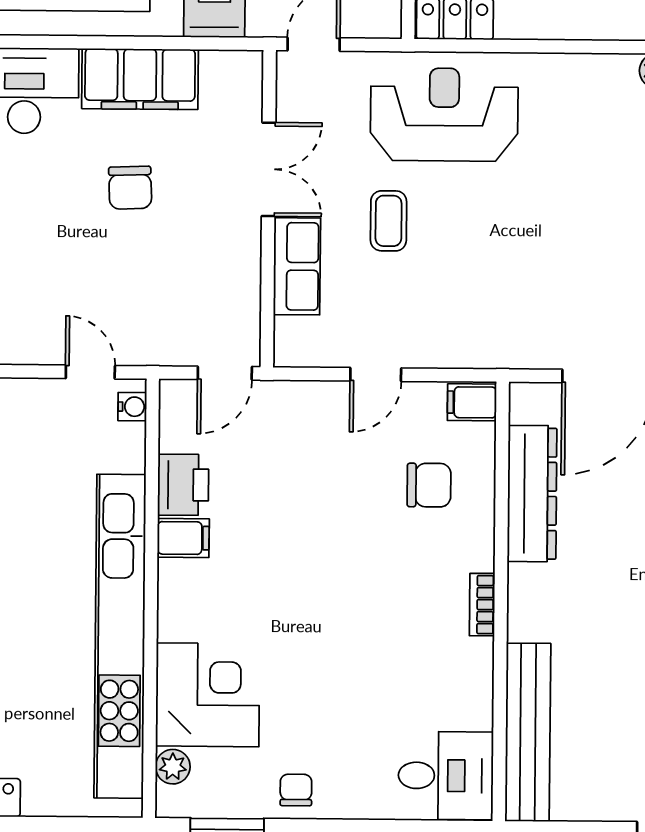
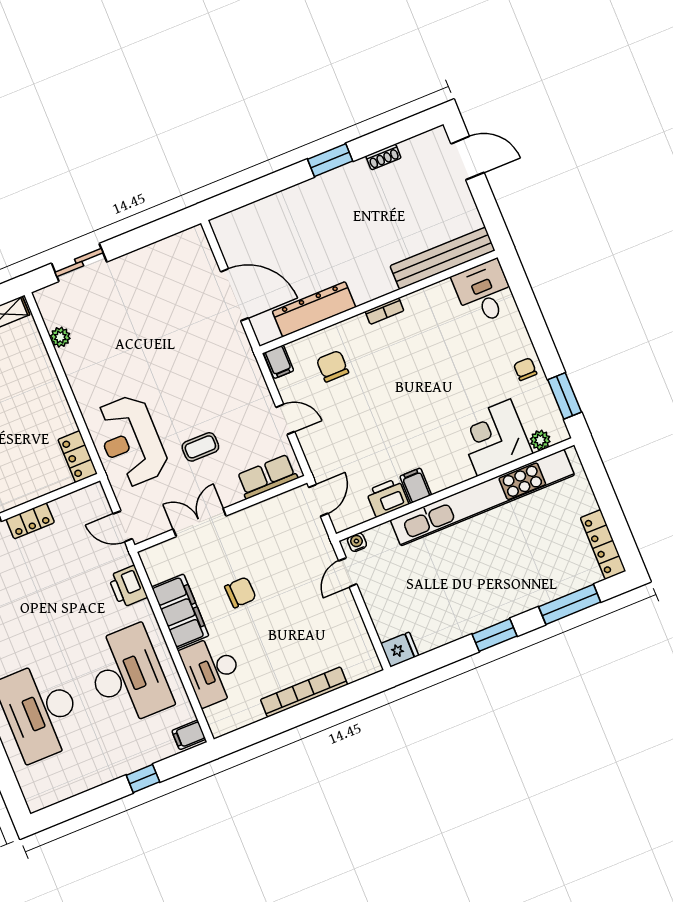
row of seats: (297, 266) -> (267, 477), moved
door: (225, 373) -> (318, 500), hinge flipped
chair: (296, 790) -> (525, 369), turned 90

